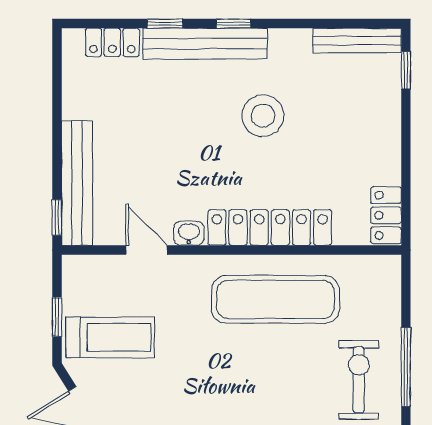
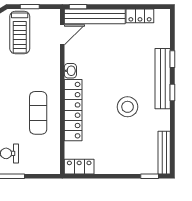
locker: (112, 42) -> (140, 16), moved, turned -90
door: (146, 250) -> (62, 35), moved
exercise mat: (275, 299) -> (38, 113), width x0.73, depth x0.69

